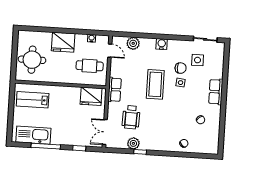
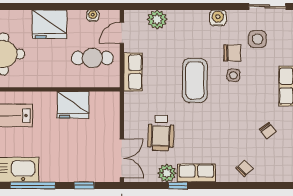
water cooler: (162, 44) -> (218, 18), moved
door: (110, 51) -> (122, 33), swing flipped
row of seats: (115, 90) -> (133, 72), moved
fridge: (91, 96) -> (73, 105), moved
double door: (105, 132) -> (122, 158), swing flipped
row of seats: (153, 145) -> (196, 173), added

